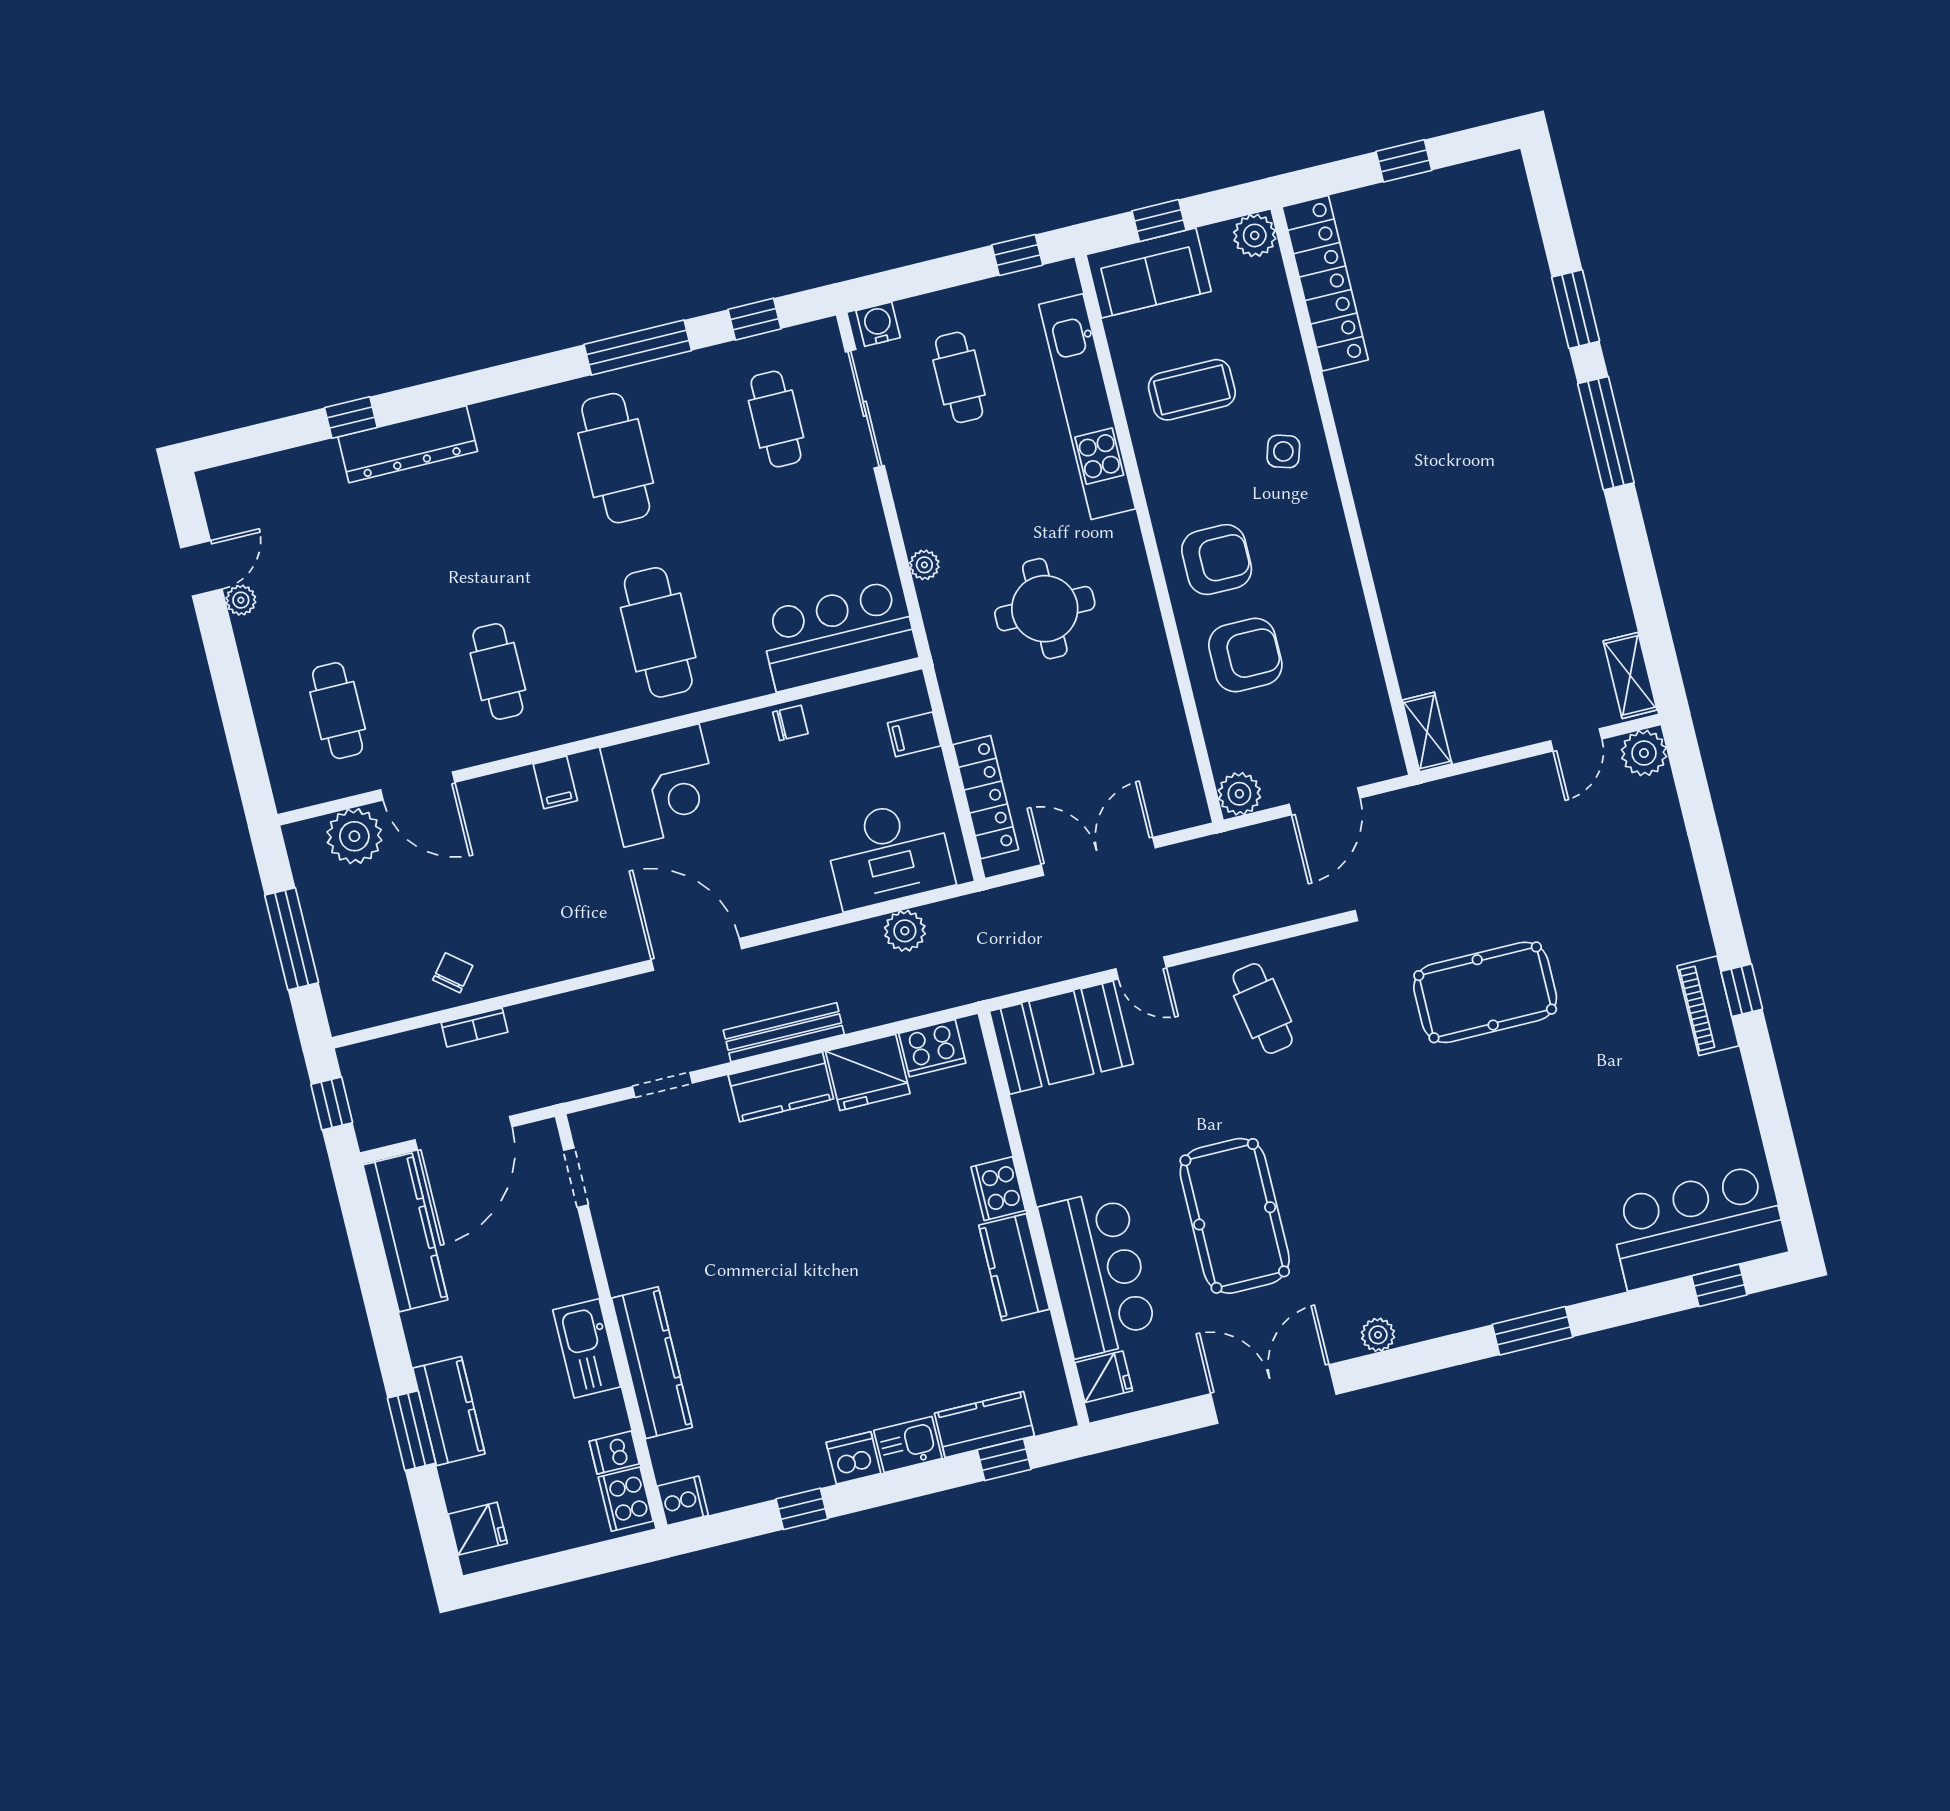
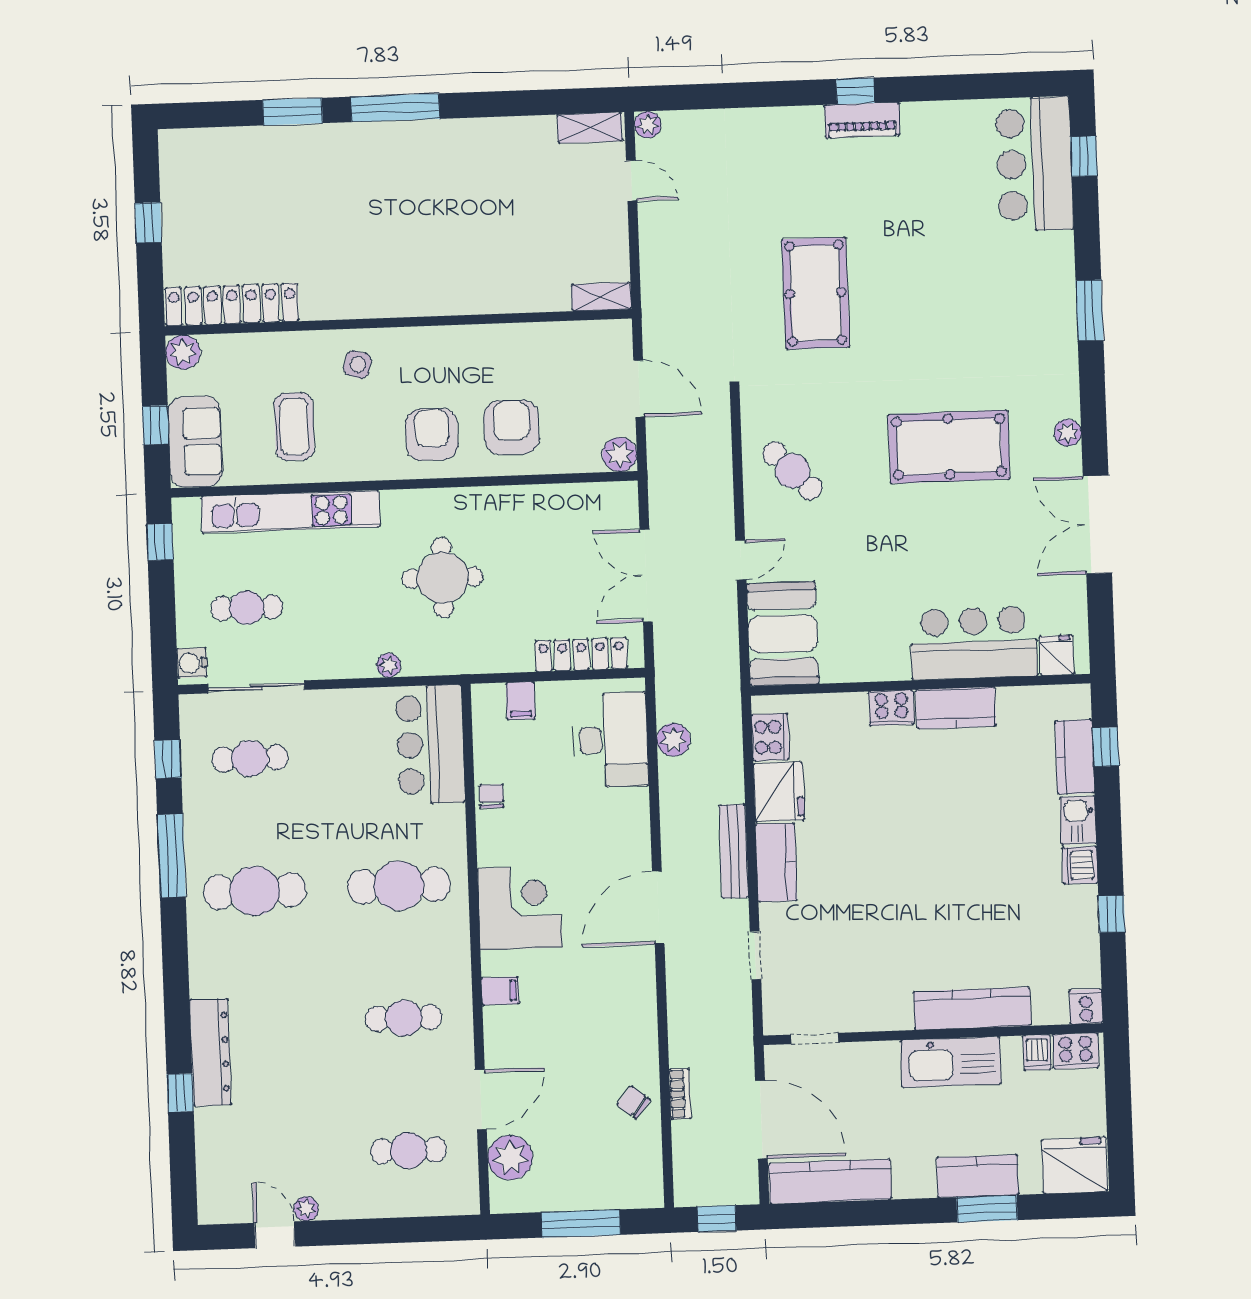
plant: (1644, 753) -> (648, 125), width x0.73, depth x0.73
cafe table: (1263, 1009) -> (792, 471), turned 56
pool table: (1235, 1216) -> (949, 447), moved
kitchen sink: (587, 1348) -> (951, 1062), width x1.36, depth x1.24
fridge: (478, 1529) -> (1075, 1165), width x1.88, depth x1.34

